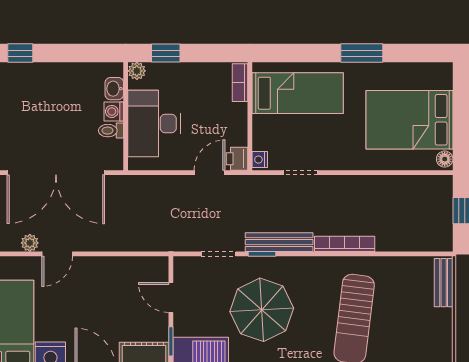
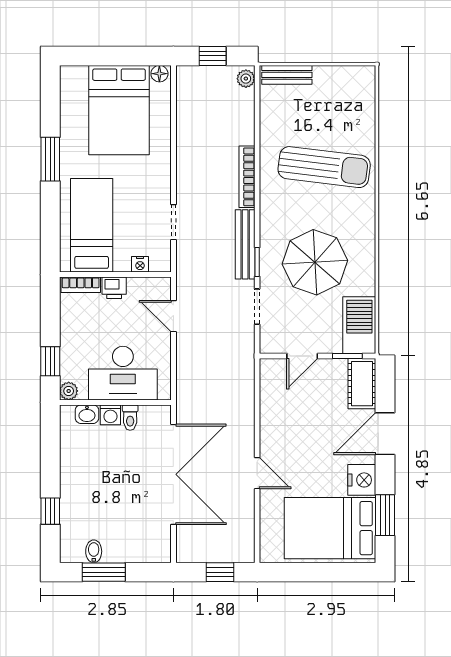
printer: (237, 159) -> (114, 288), moved
nightstand: (260, 160) -> (140, 264), moved
plant: (30, 243) -> (246, 79), moved

